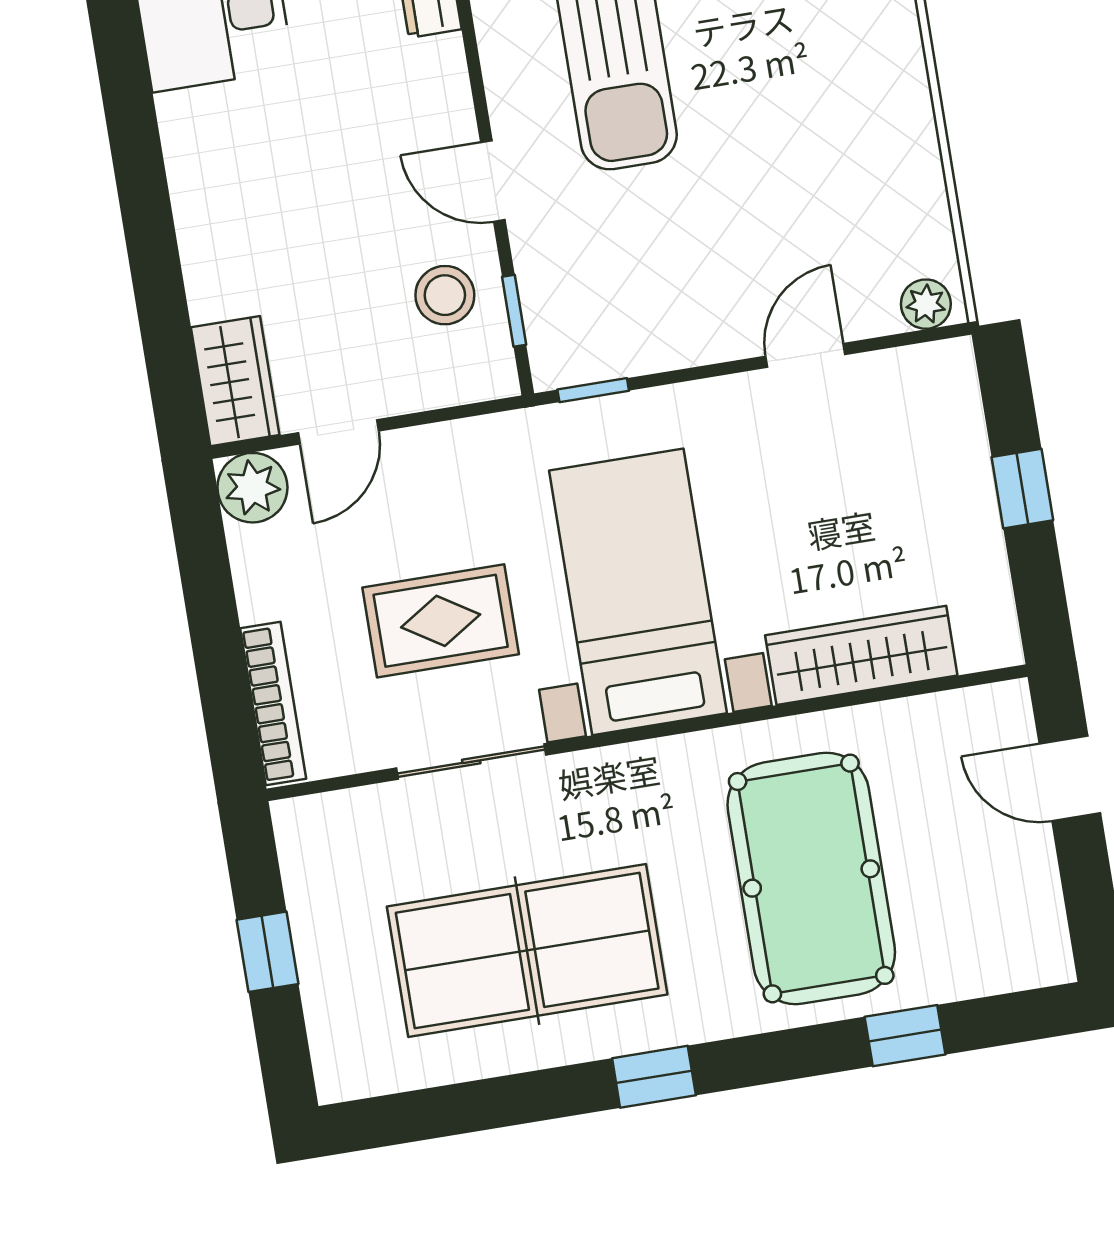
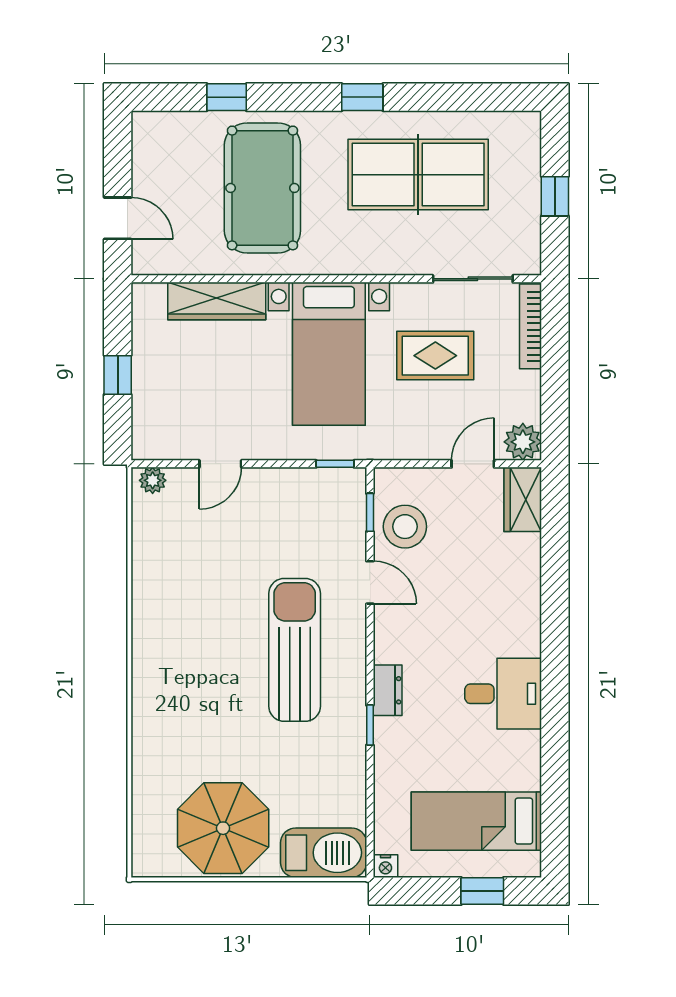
stool: (445, 295) -> (405, 527), width x1.38, depth x1.38
sliding door: (471, 762) -> (473, 279), moved

